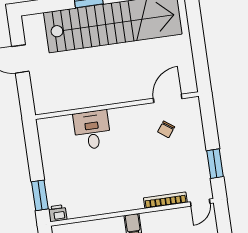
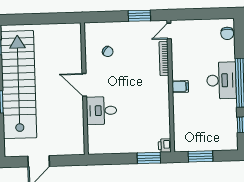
door: (168, 98) -> (84, 85), moved
door: (200, 203) -> (169, 31), swing flipped

